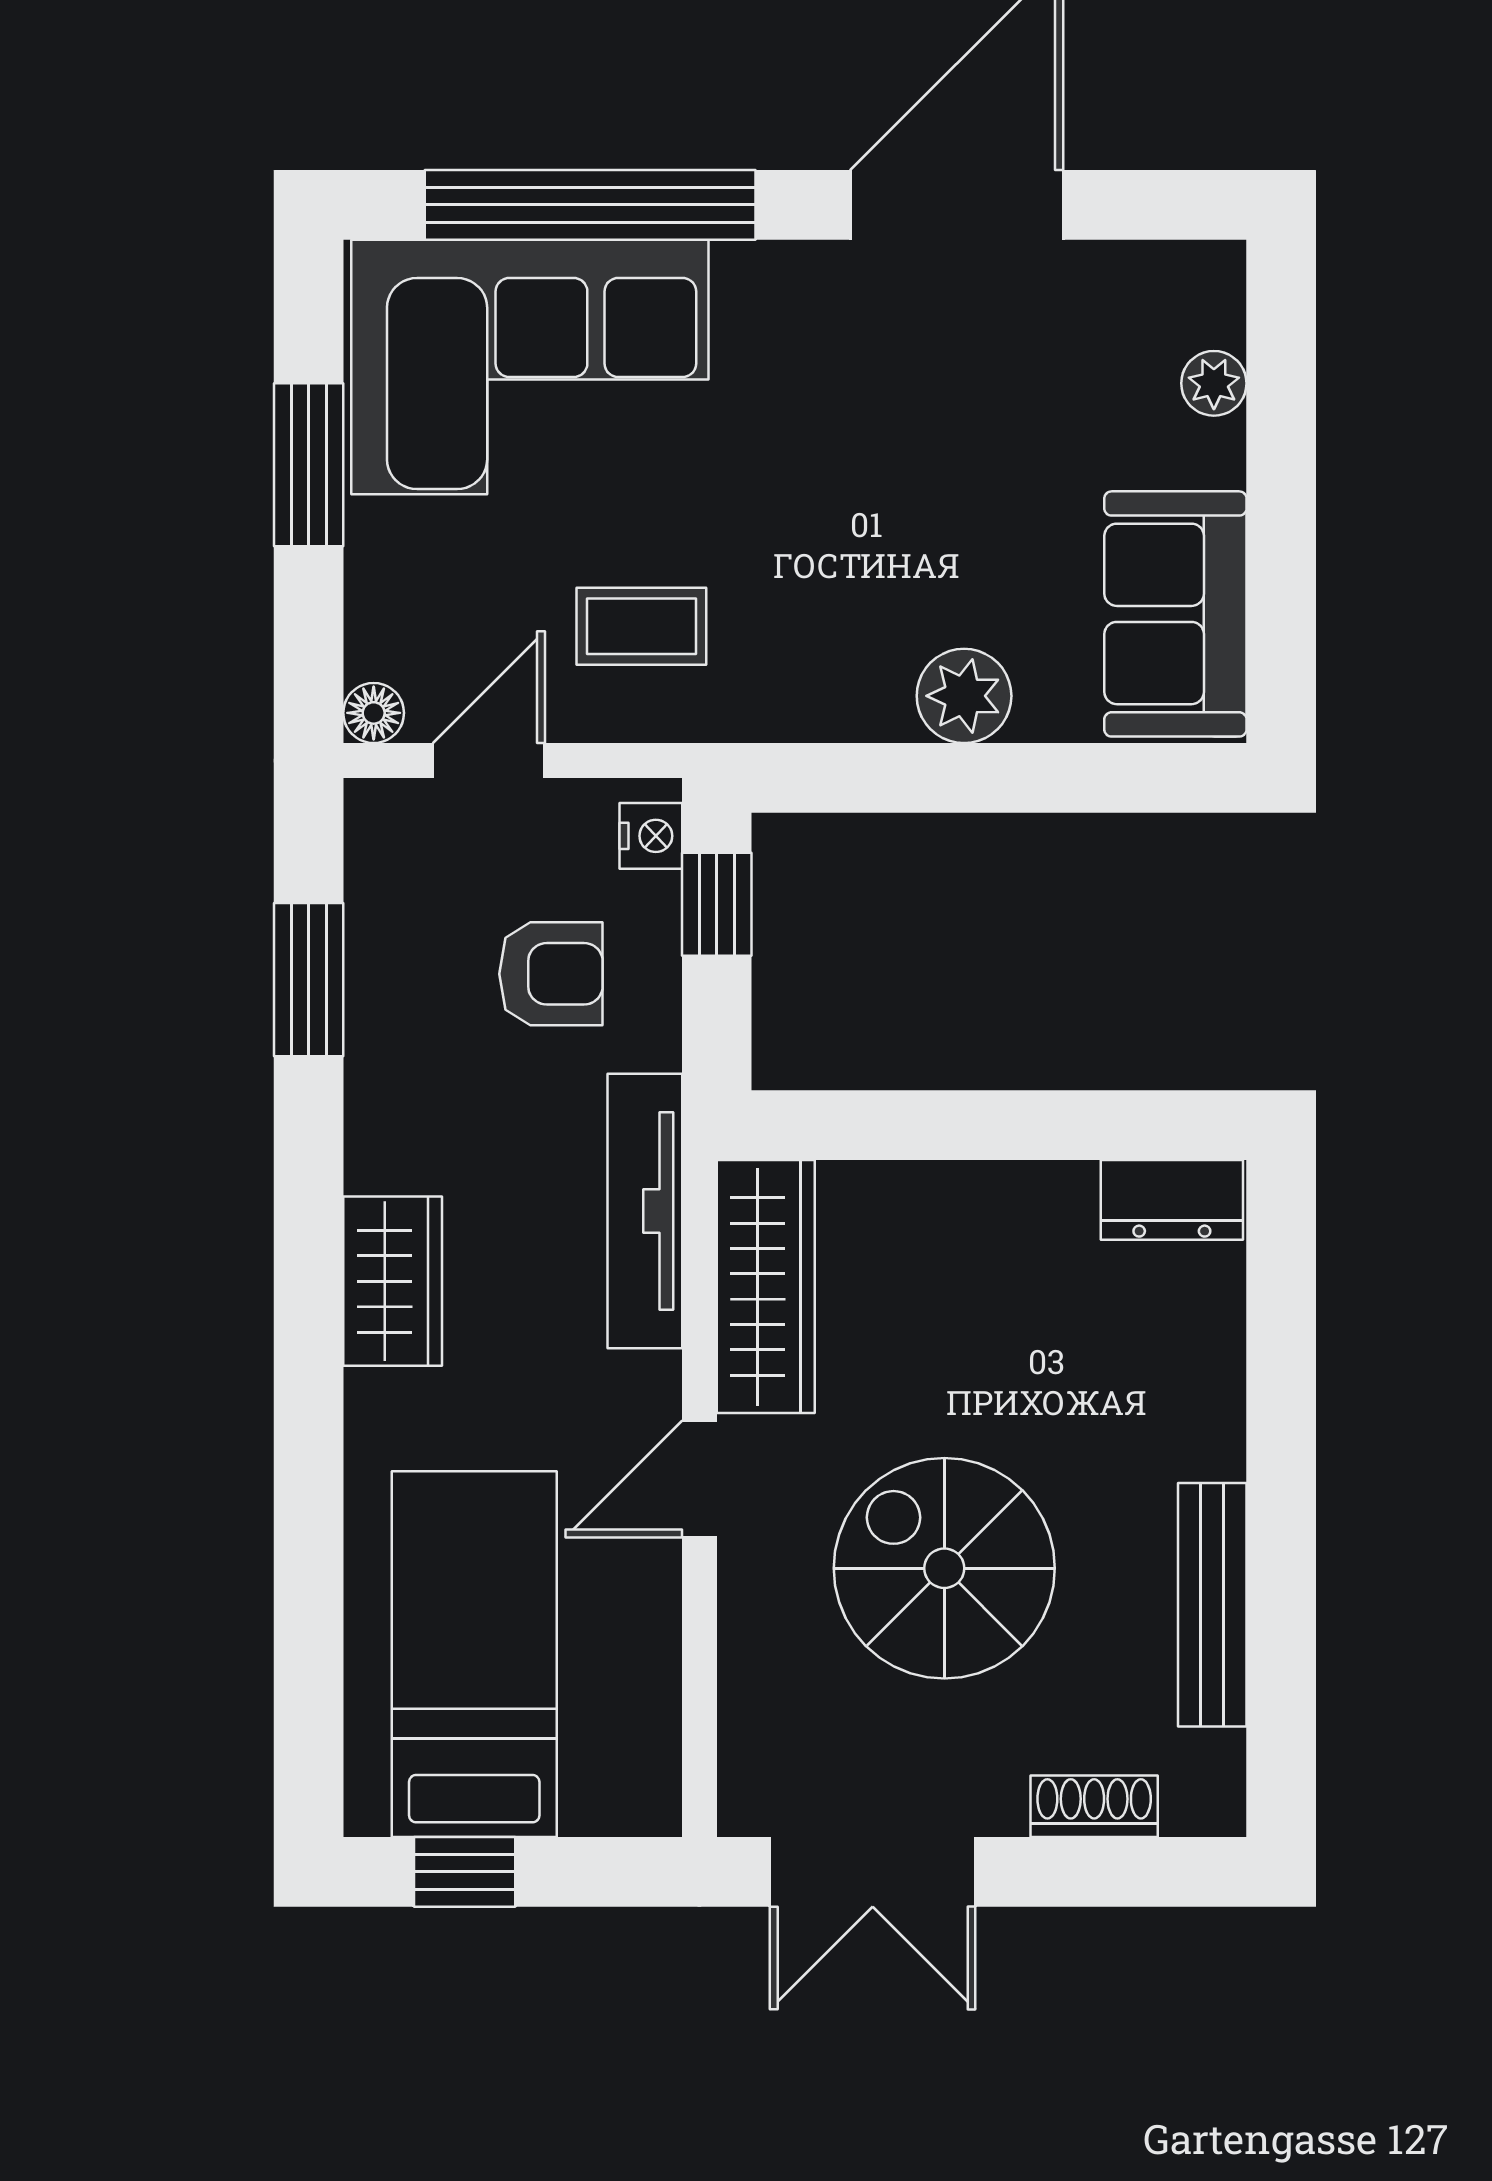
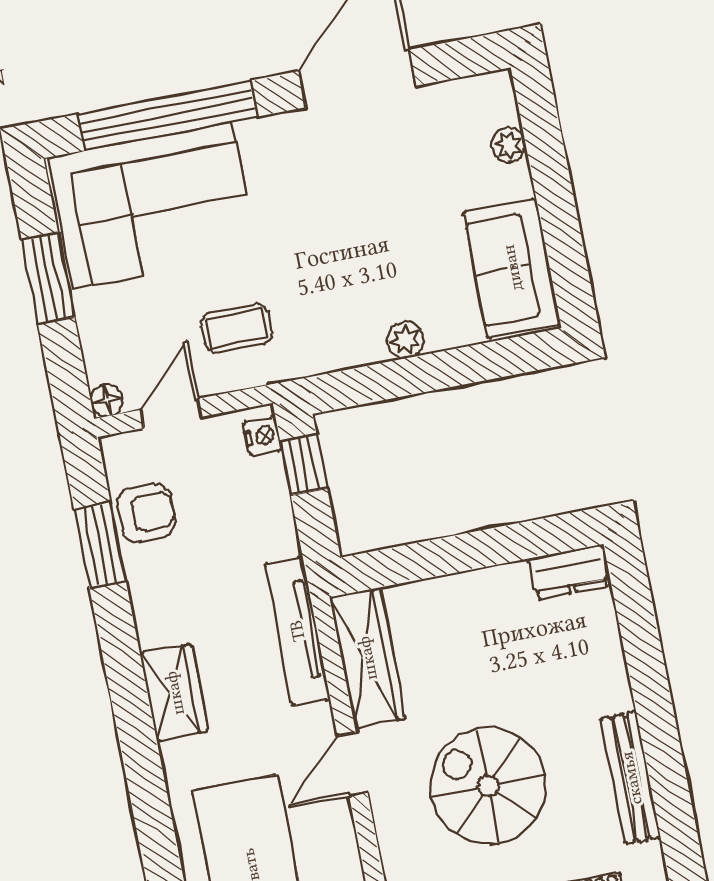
plant: (964, 696) -> (405, 340), width x0.73, depth x0.73
armchair: (551, 974) -> (146, 513), moved

